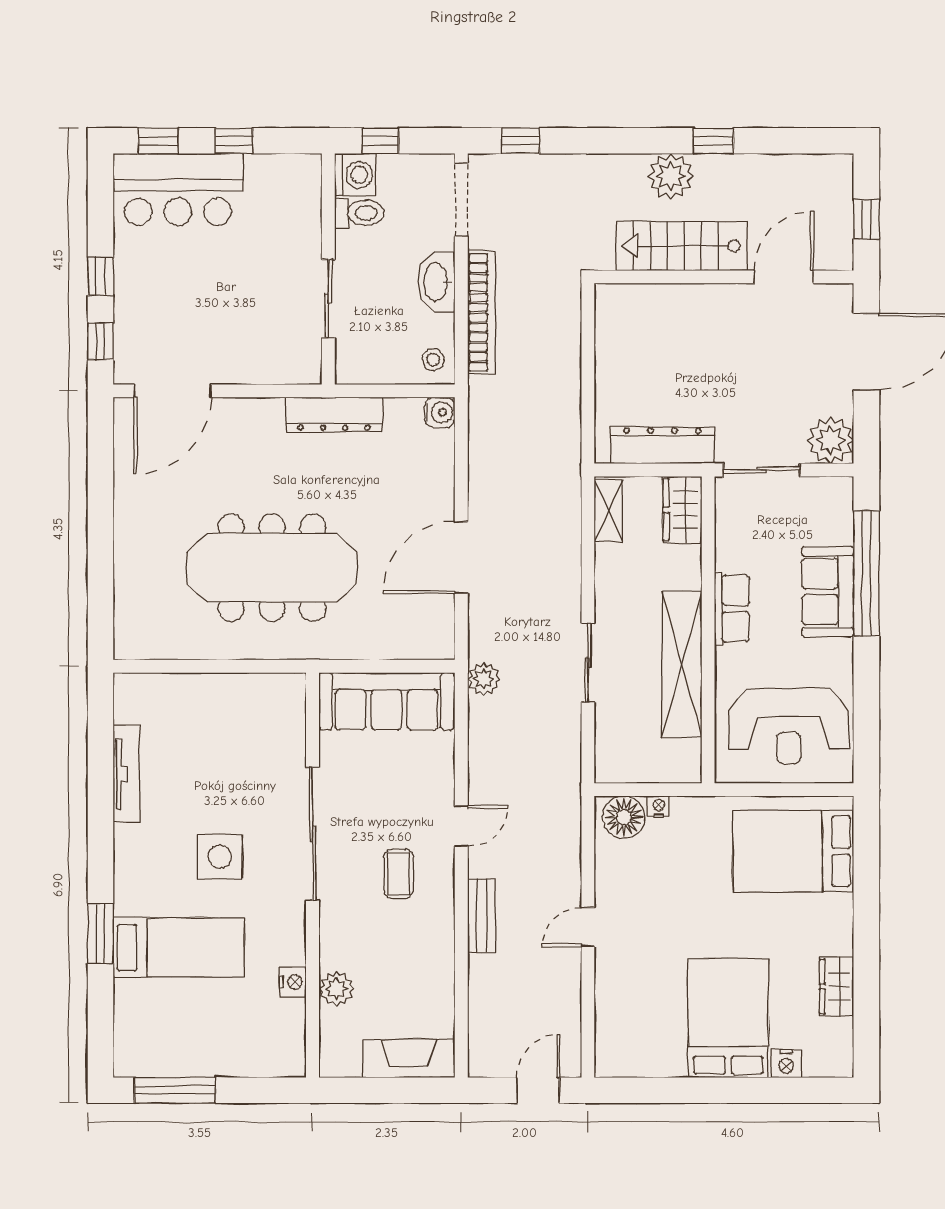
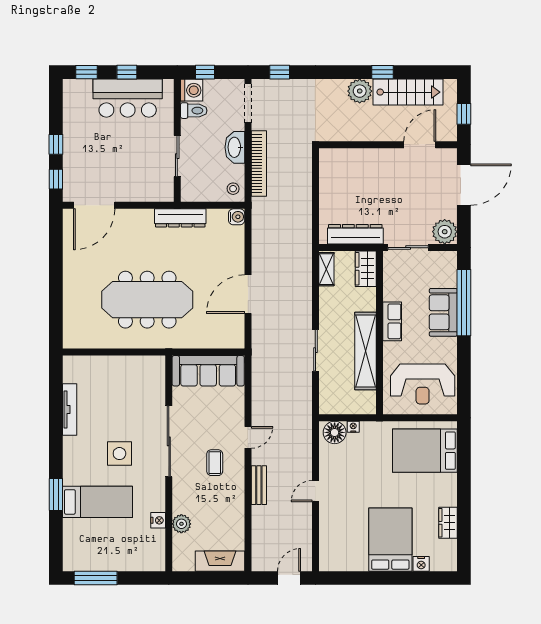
bar counter: (178, 190) -> (128, 98), moved
stairs: (682, 246) -> (408, 92), moved, turned 180
plant: (484, 679) -> (260, 359), removed

